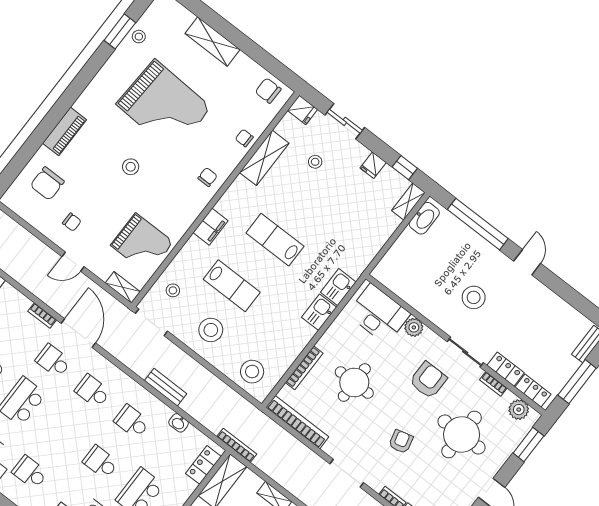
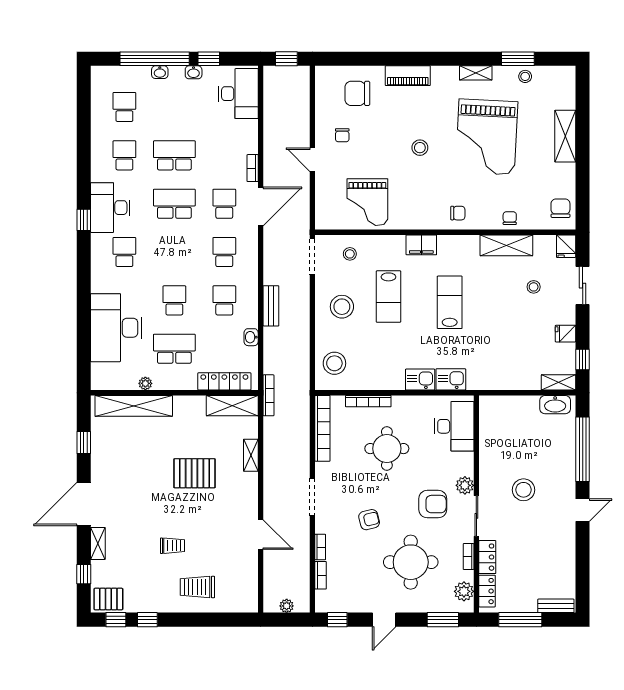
shelving: (123, 287) -> (476, 73), moved, turned 90
plant: (414, 327) -> (465, 485), moved
locker: (203, 465) -> (224, 381), width x1.53

